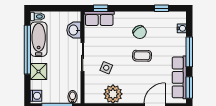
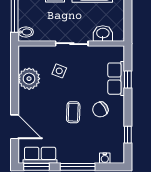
window: (101, 8) -> (128, 80), moved
row of seats: (99, 18) -> (116, 79), moved
row of seats: (179, 77) -> (40, 155), width x0.68

